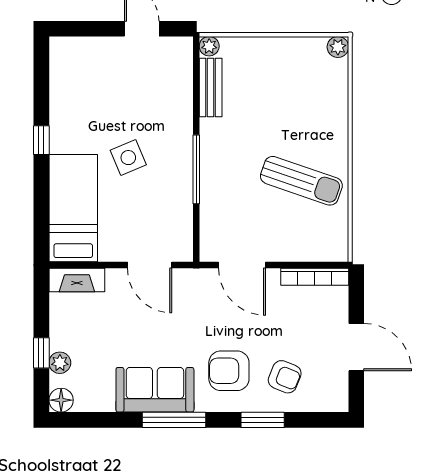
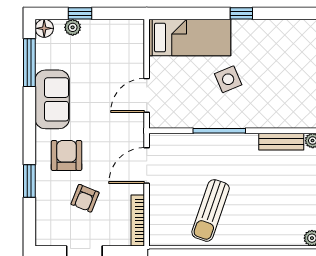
fireplace: (77, 280) -> (135, 40), removed
armchair: (285, 377) -> (85, 198), moved
window: (174, 420) -> (29, 63), moved

